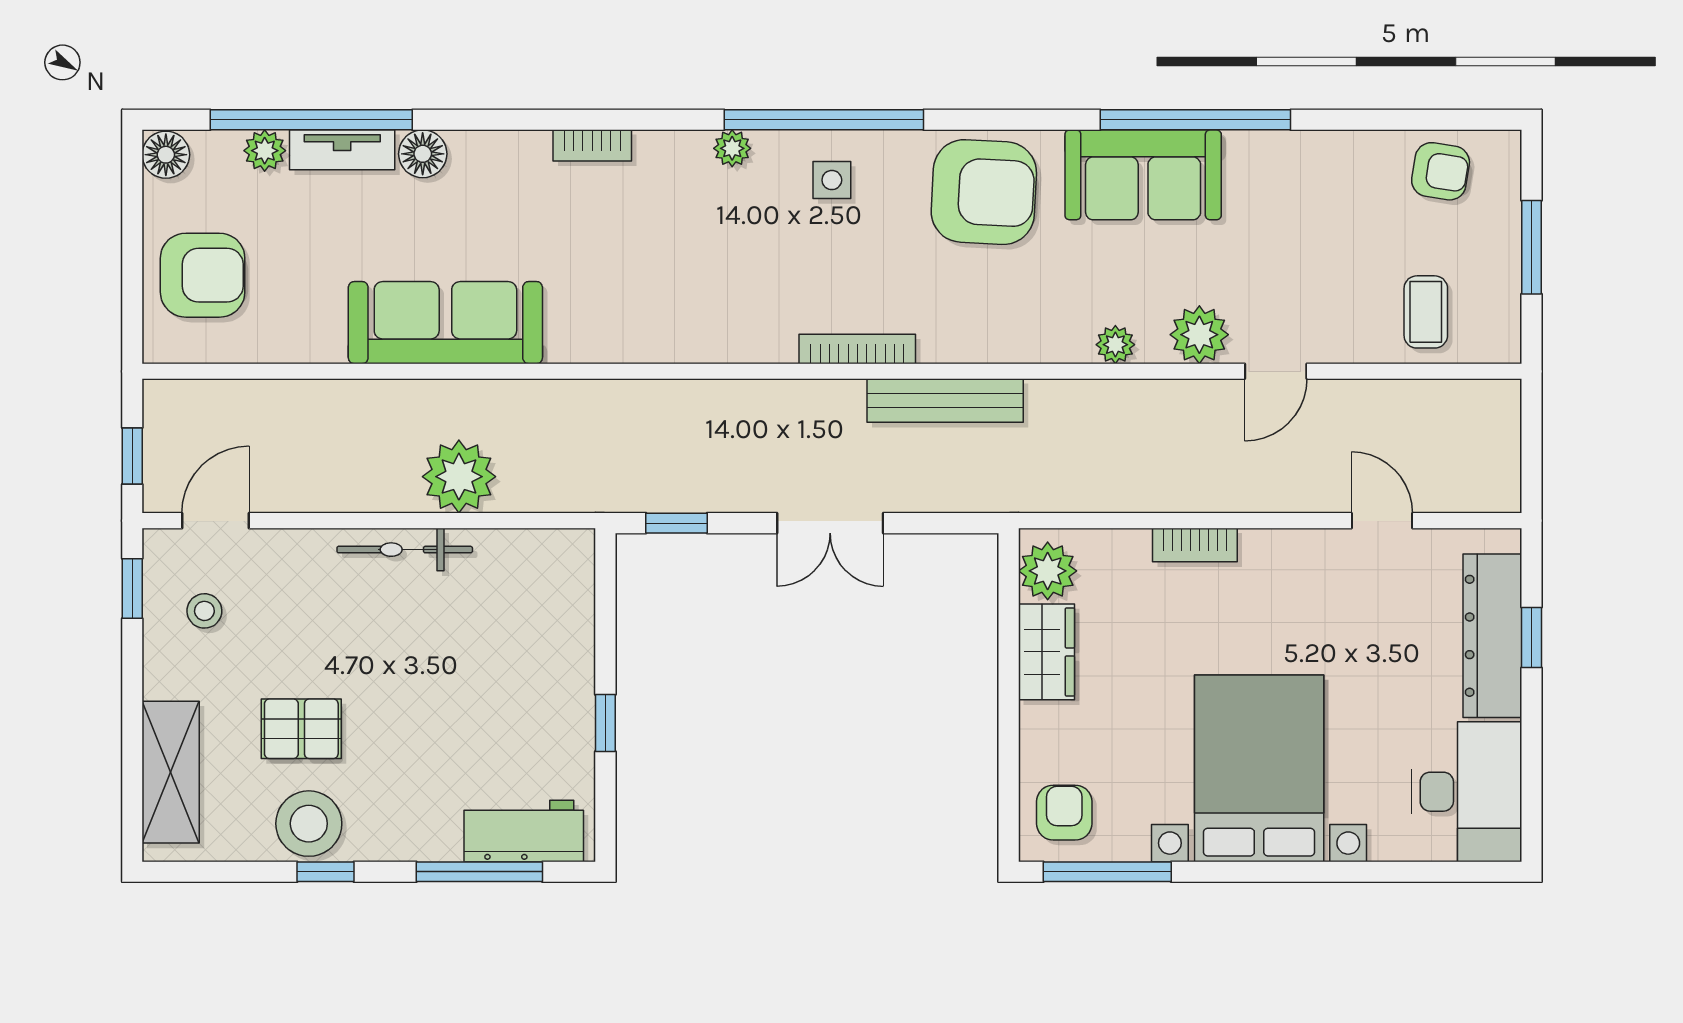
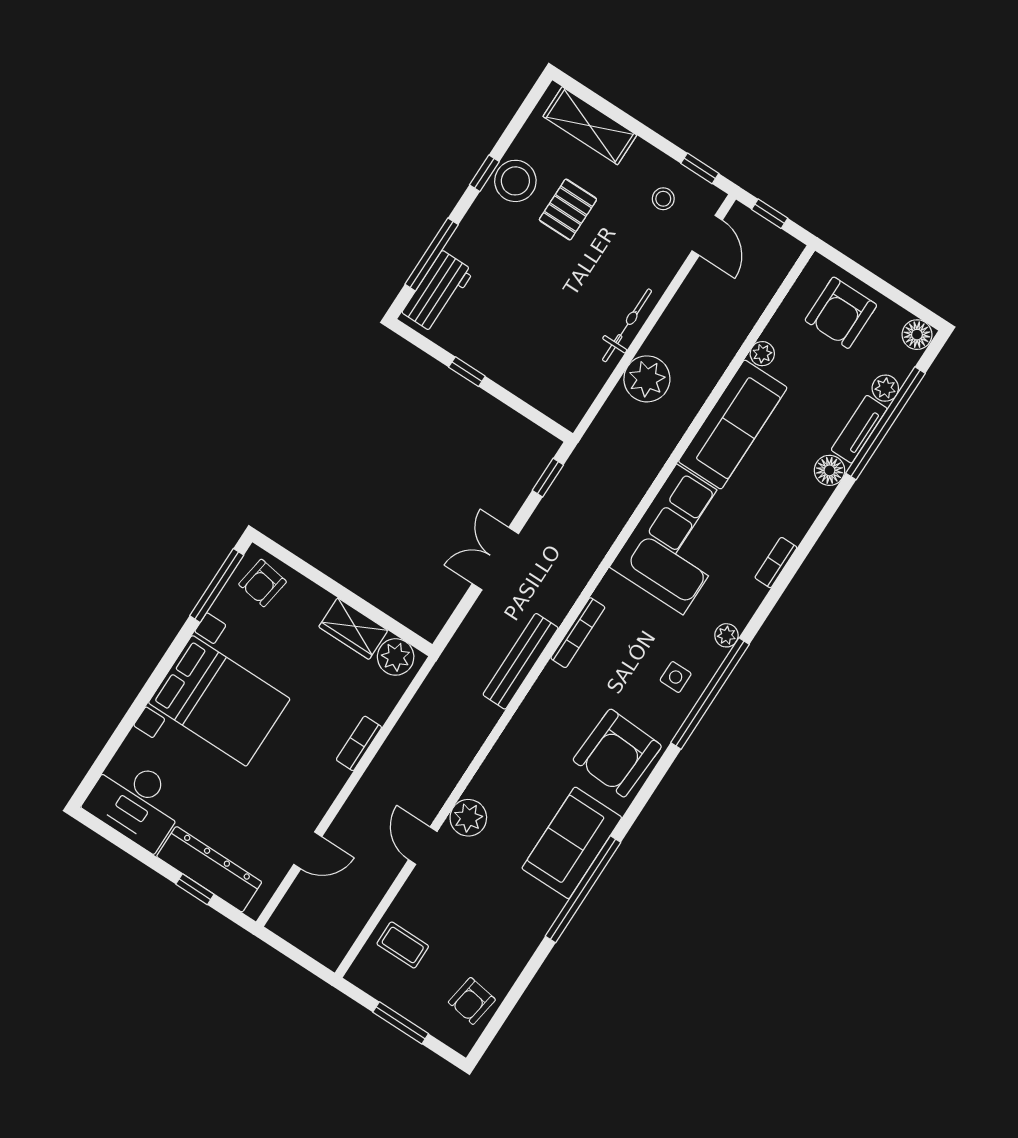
corner sofa: (644, 294) -> (680, 539), added
plant: (1115, 345) -> (762, 354), moved
armchair: (1064, 813) -> (263, 583), turned 99

